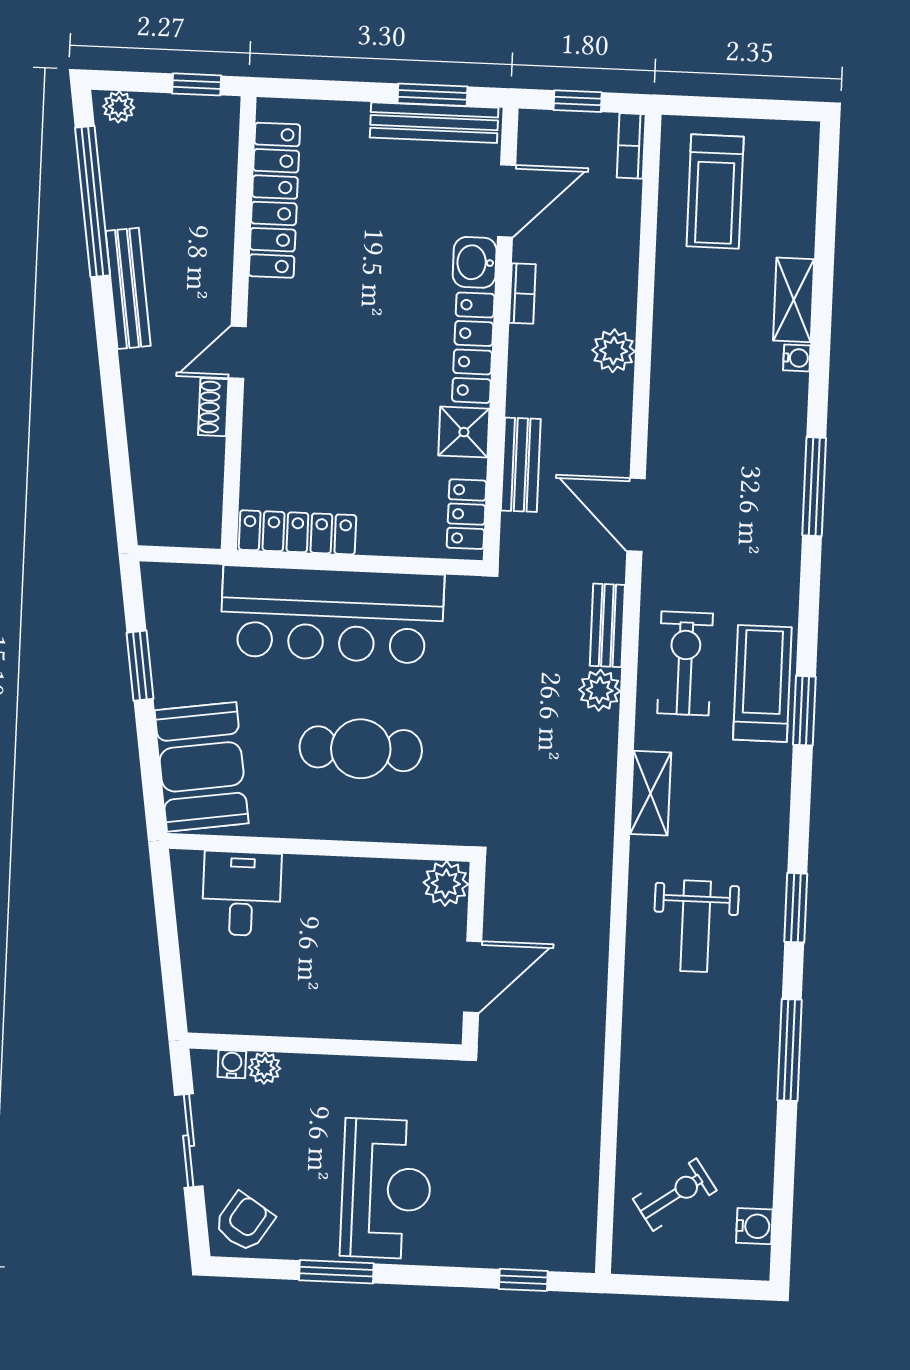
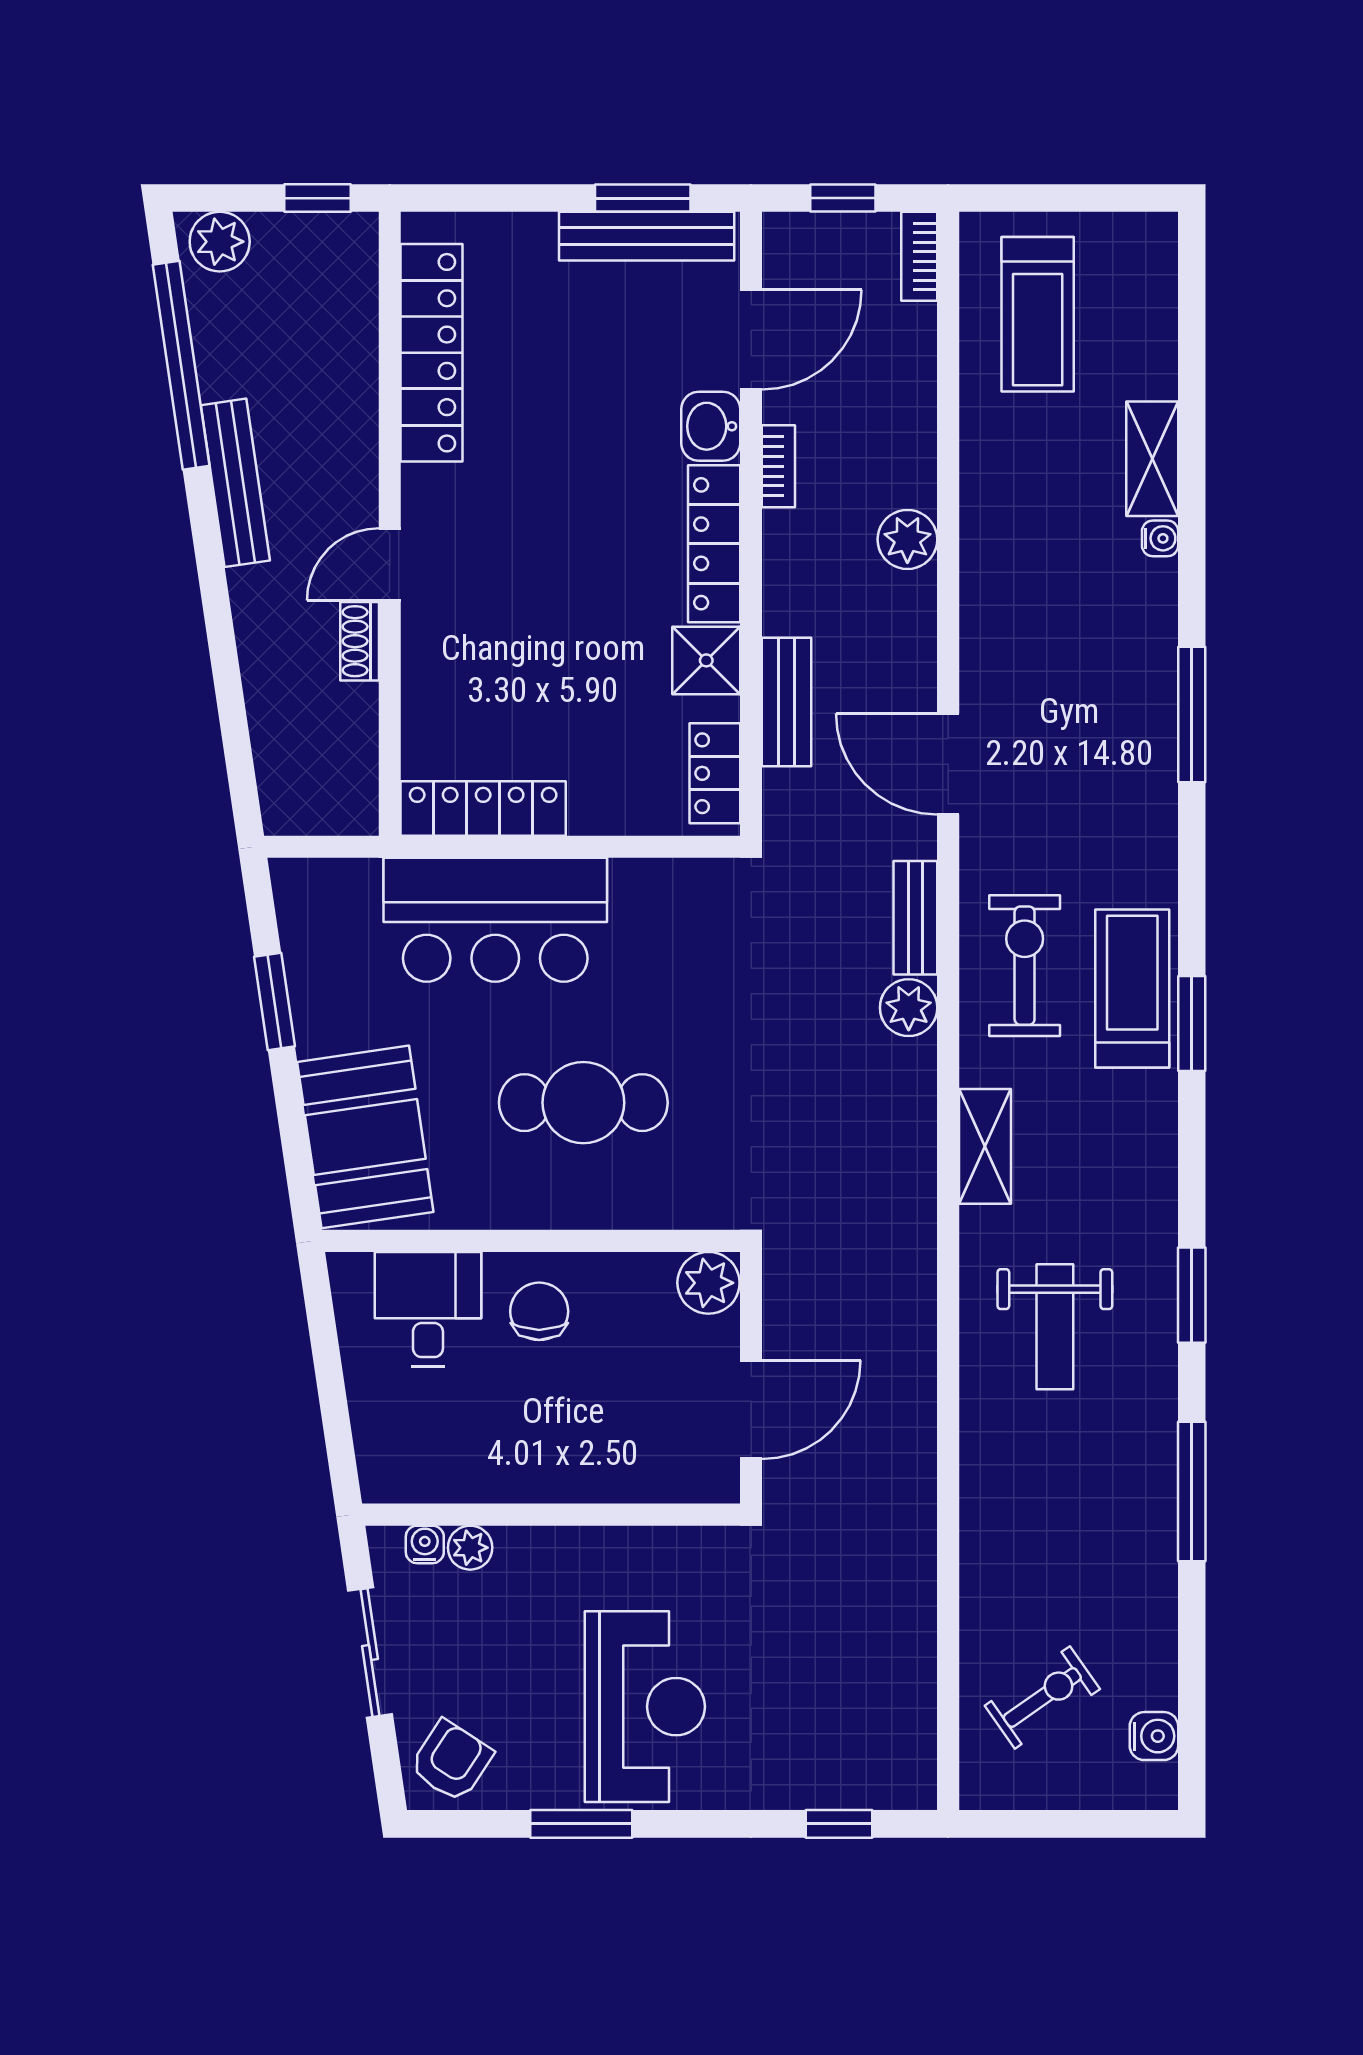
plant: (119, 107) -> (220, 242), width x1.38, depth x1.38
bar counter: (332, 615) -> (495, 920), width x0.73
chair: (322, 899) -> (539, 1311), added

